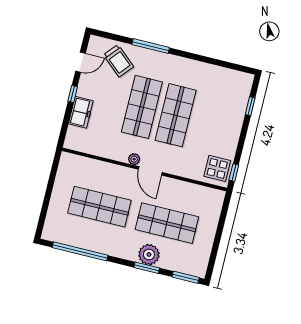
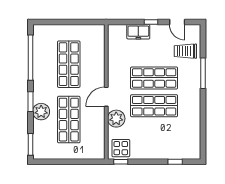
trolley: (119, 61) -> (185, 51), turned 49
plant: (134, 159) -> (116, 119), moved, width x1.88, depth x1.88
window: (147, 268) -> (30, 102), moved

